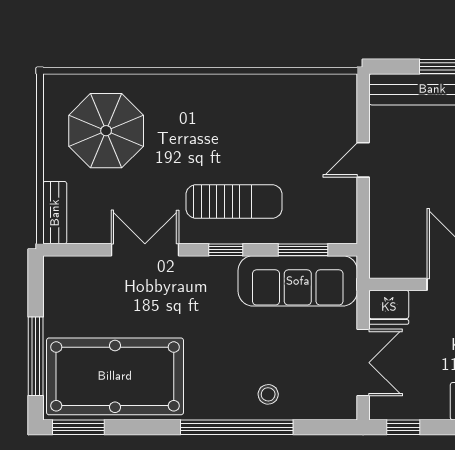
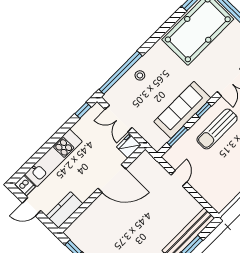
door: (363, 160) -> (179, 178), moved
sofa: (298, 281) -> (182, 110), moved
window: (237, 427) -> (121, 73), moved

